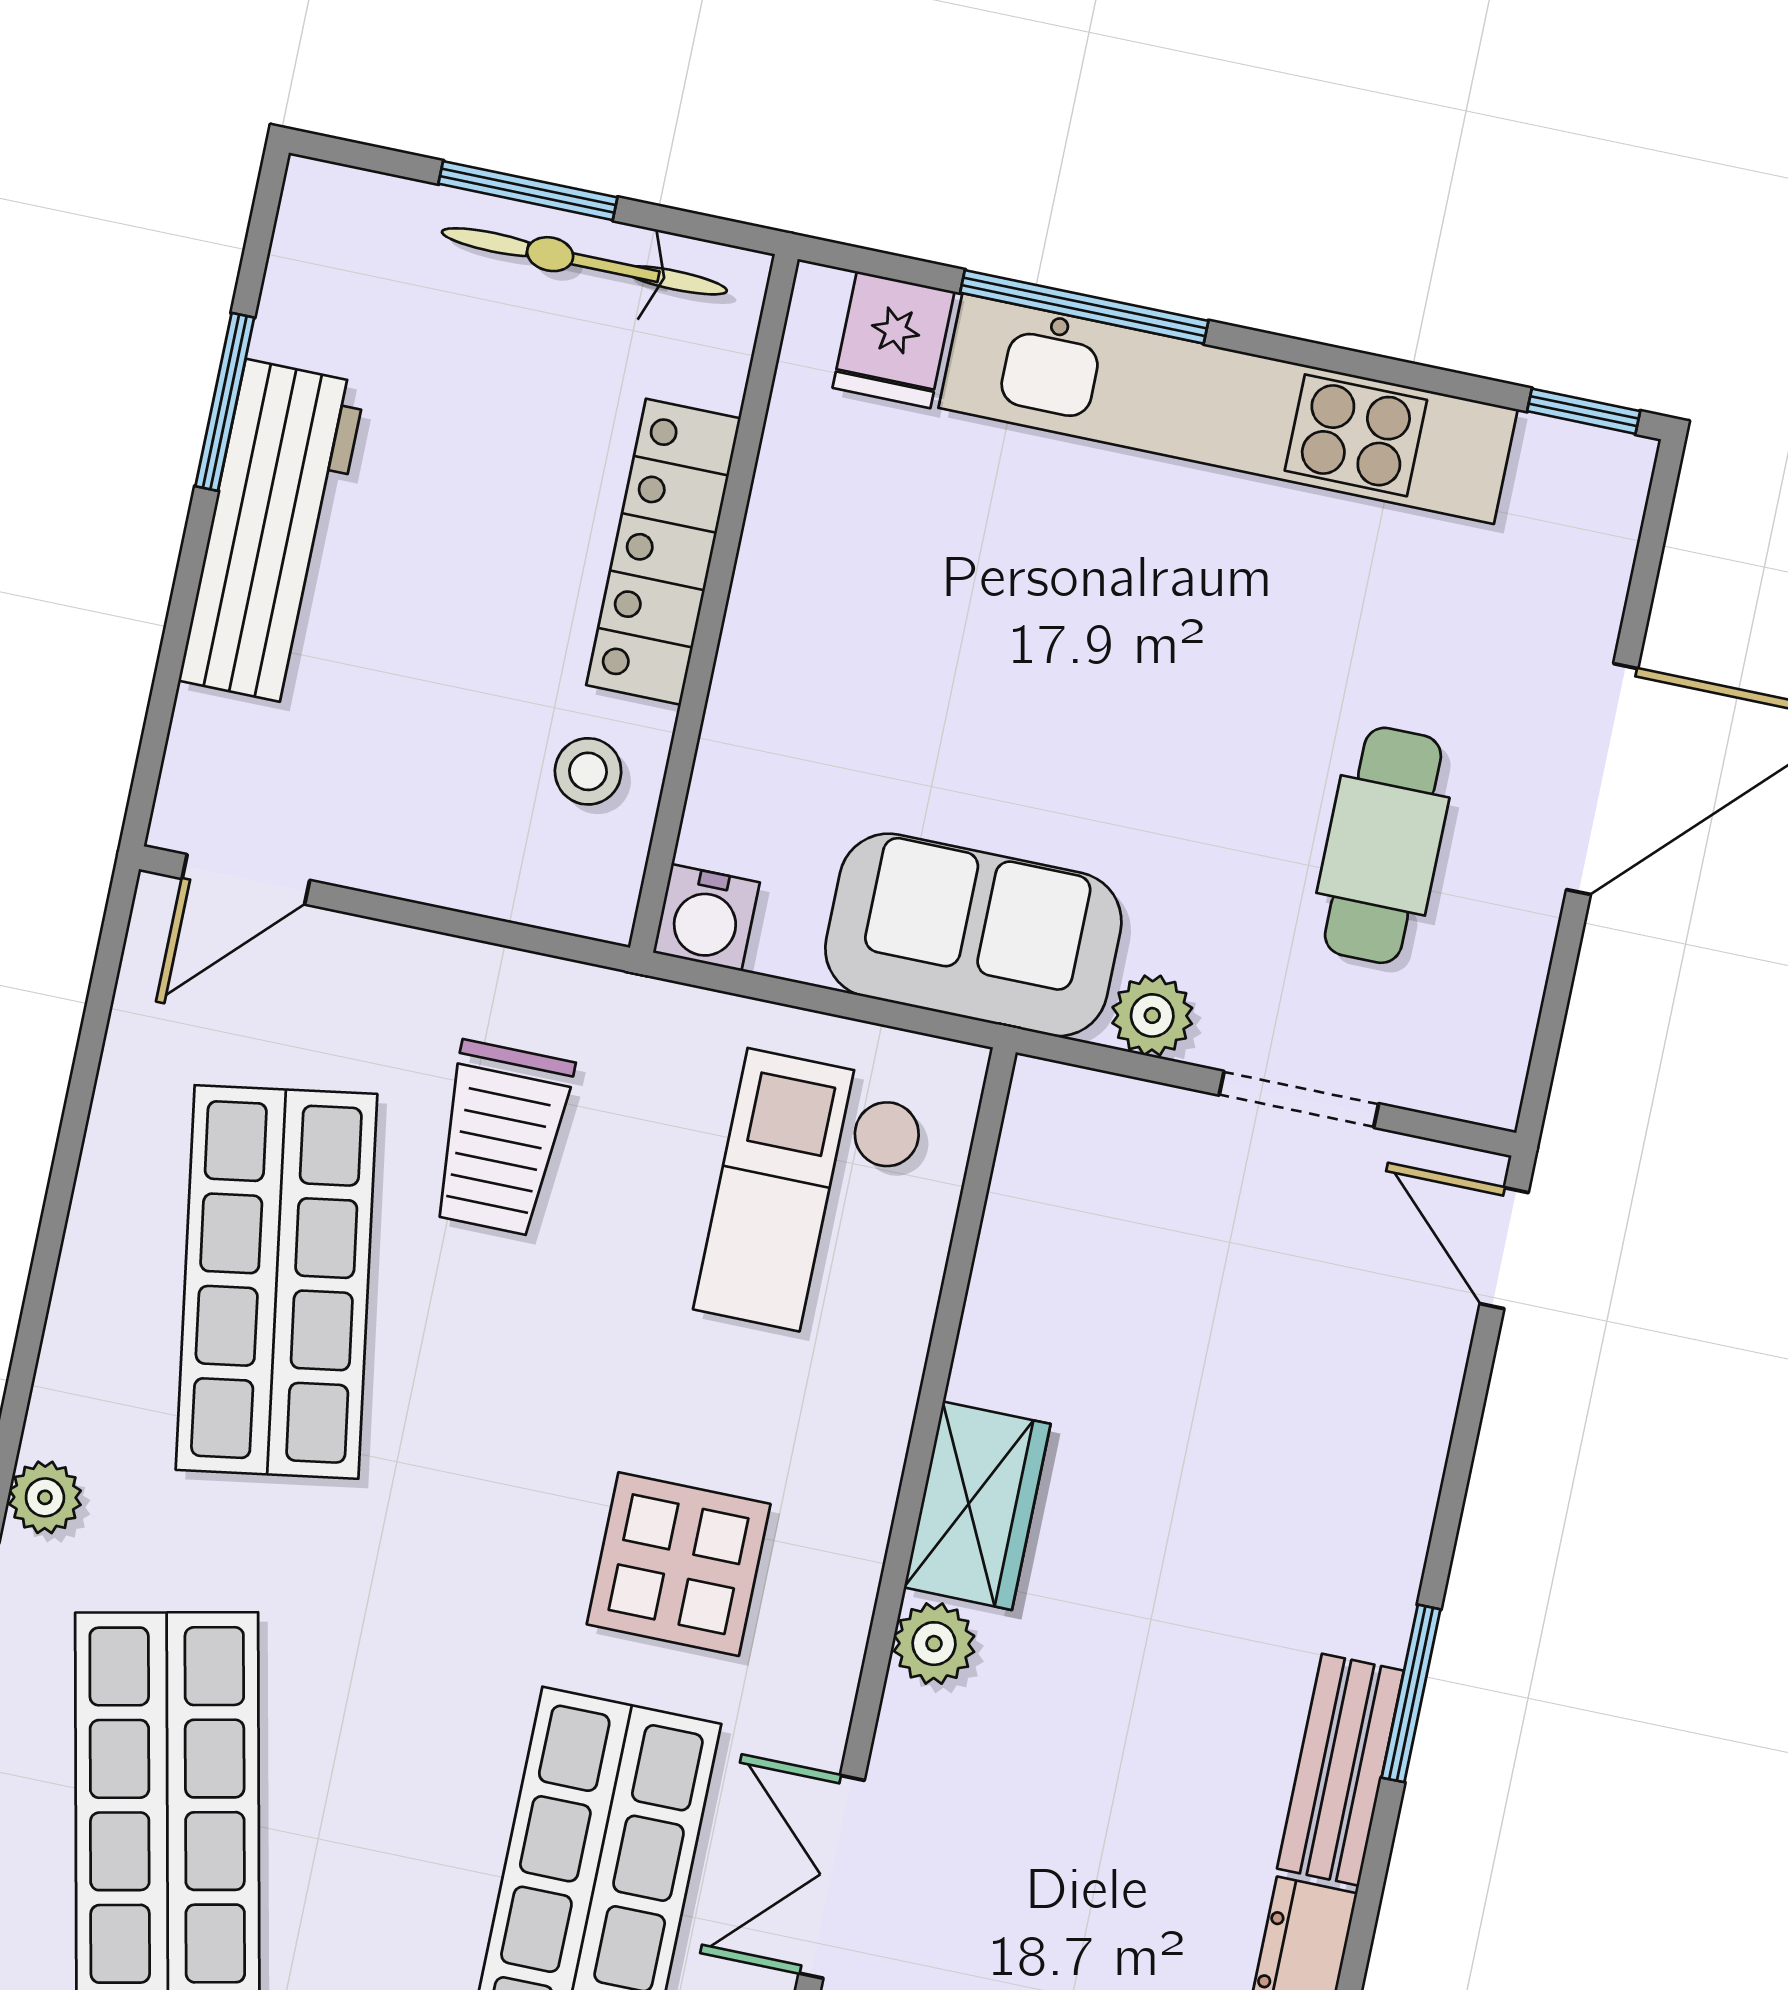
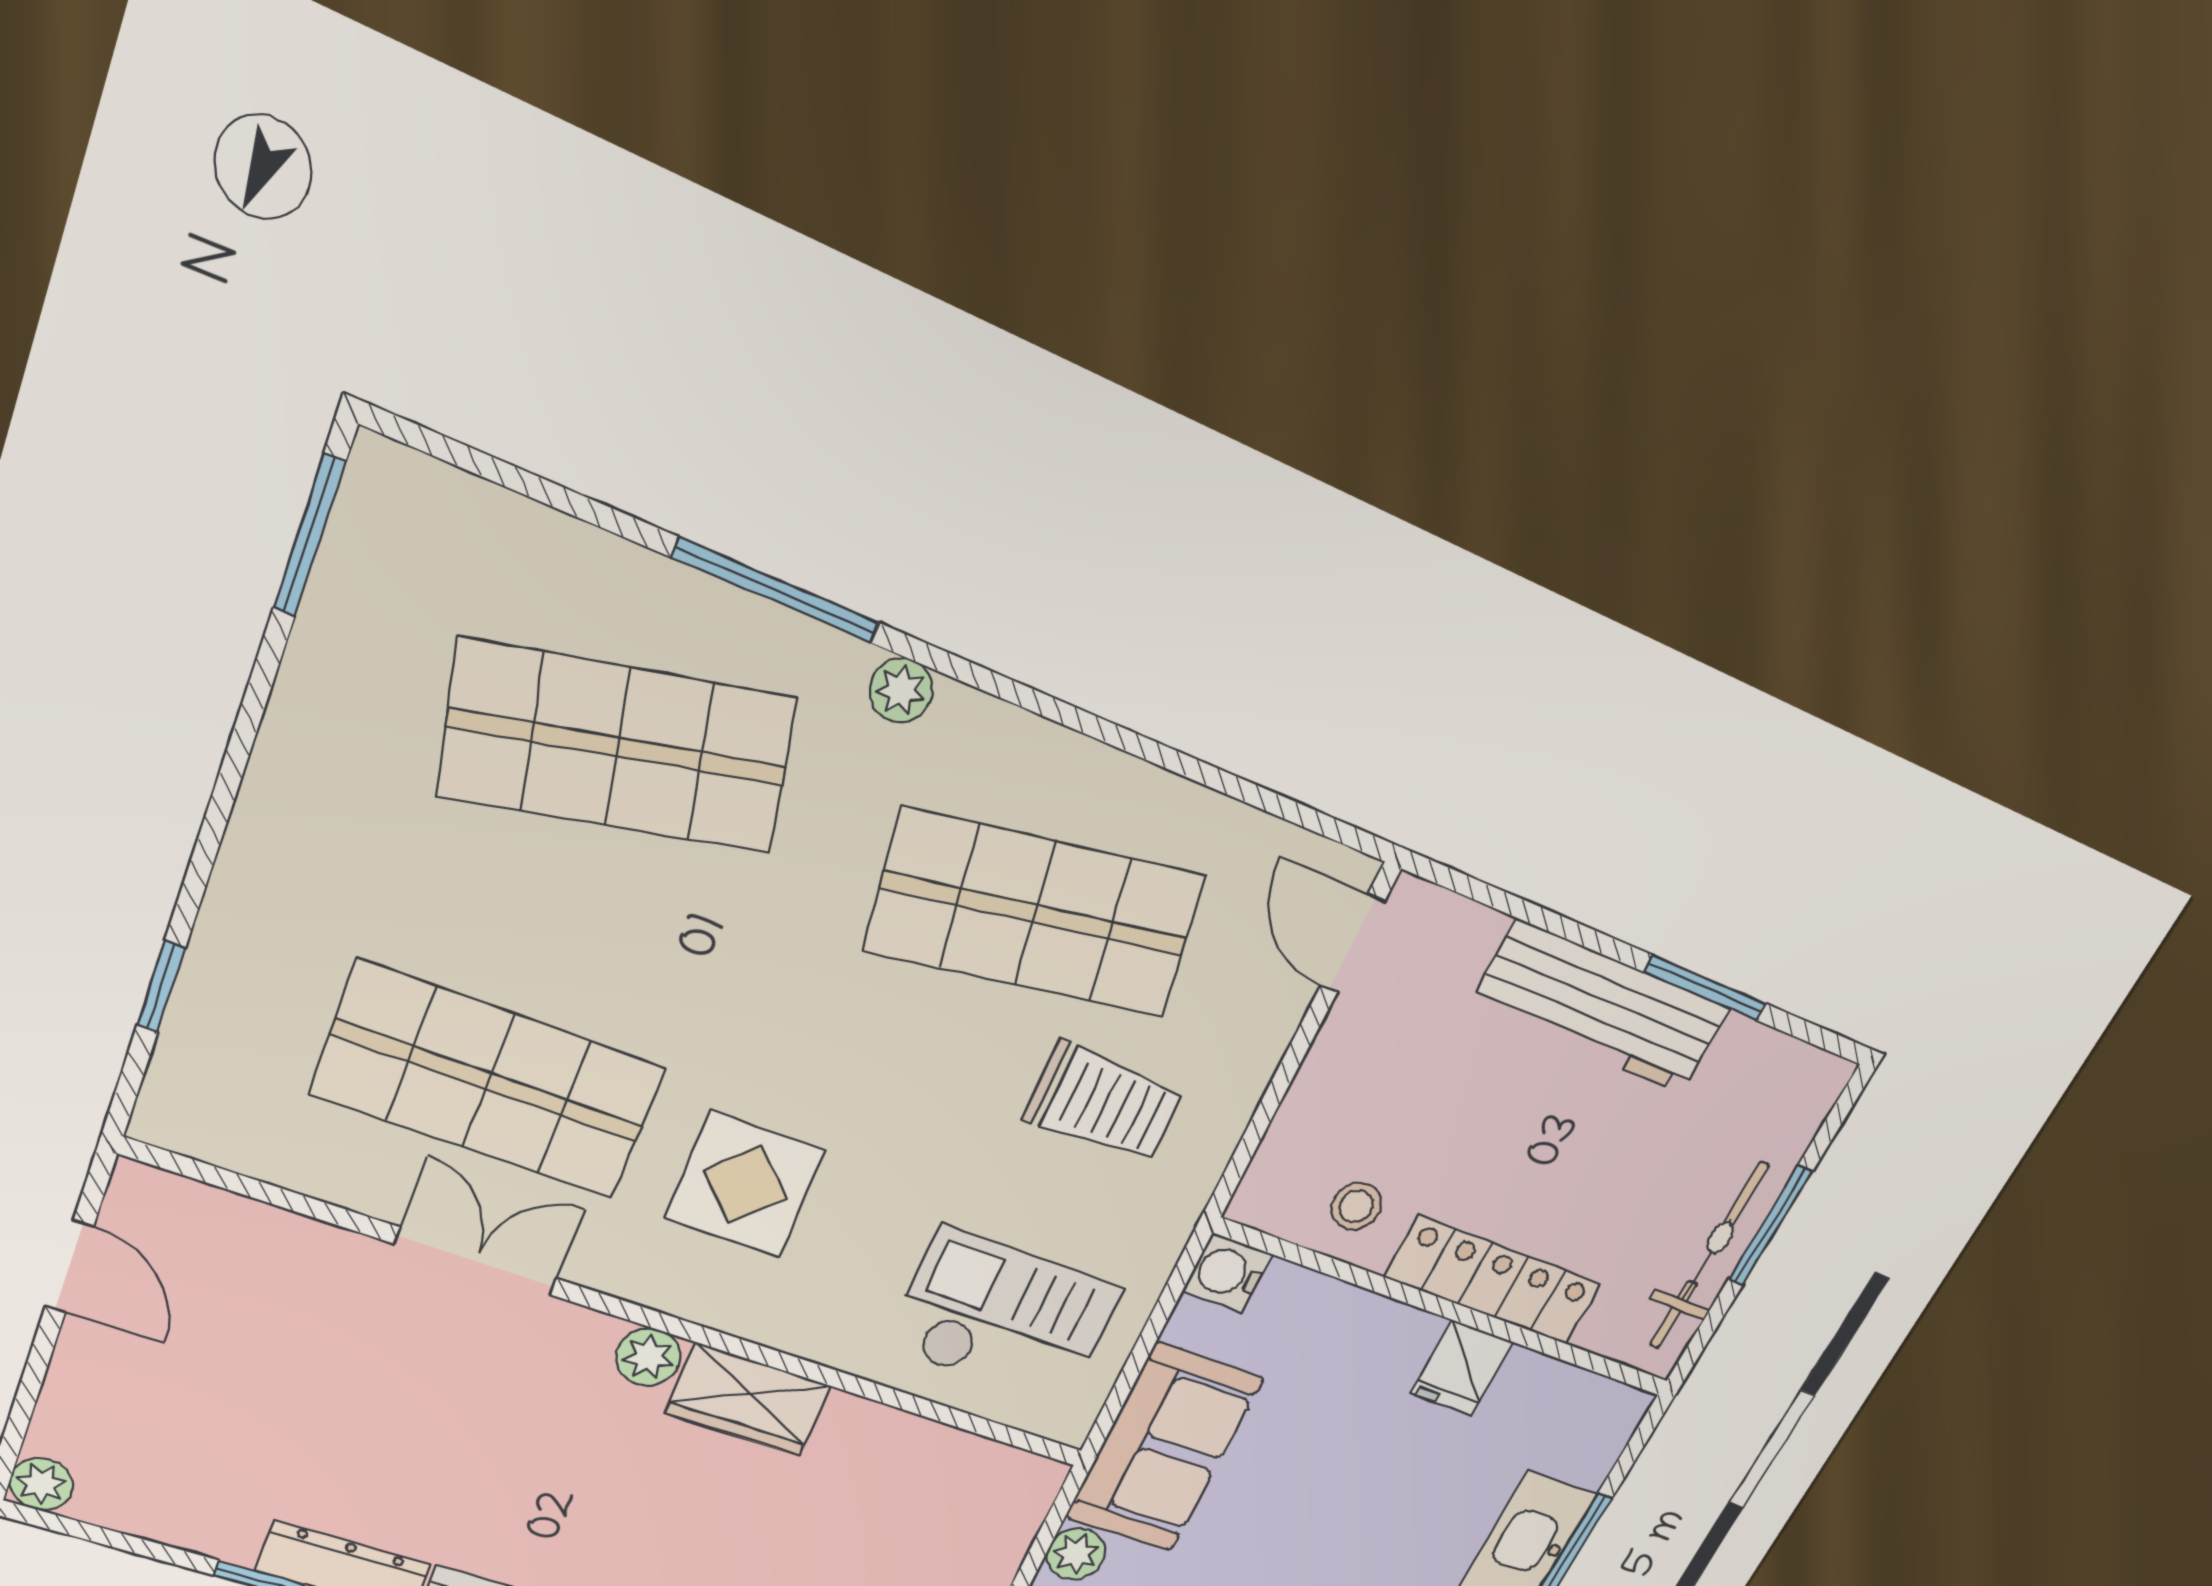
fridge: (894, 340) -> (1462, 1368), moved, turned -90
trolley: (501, 1138) -> (1104, 1103), turned 180

